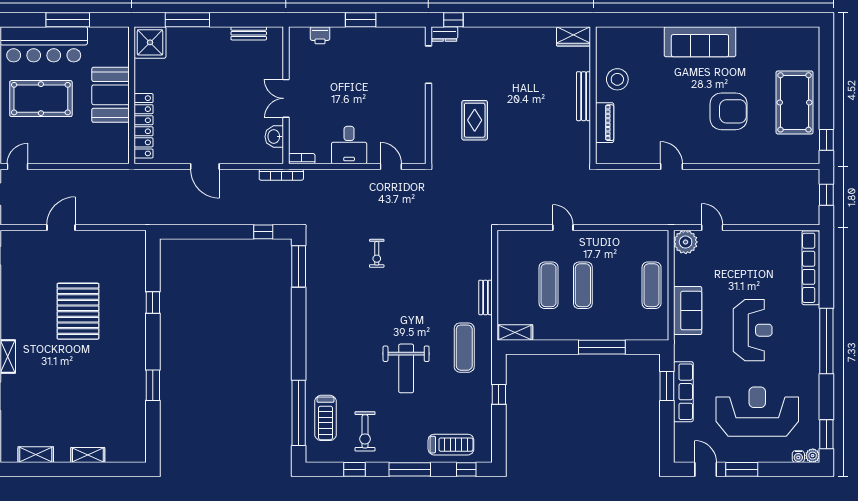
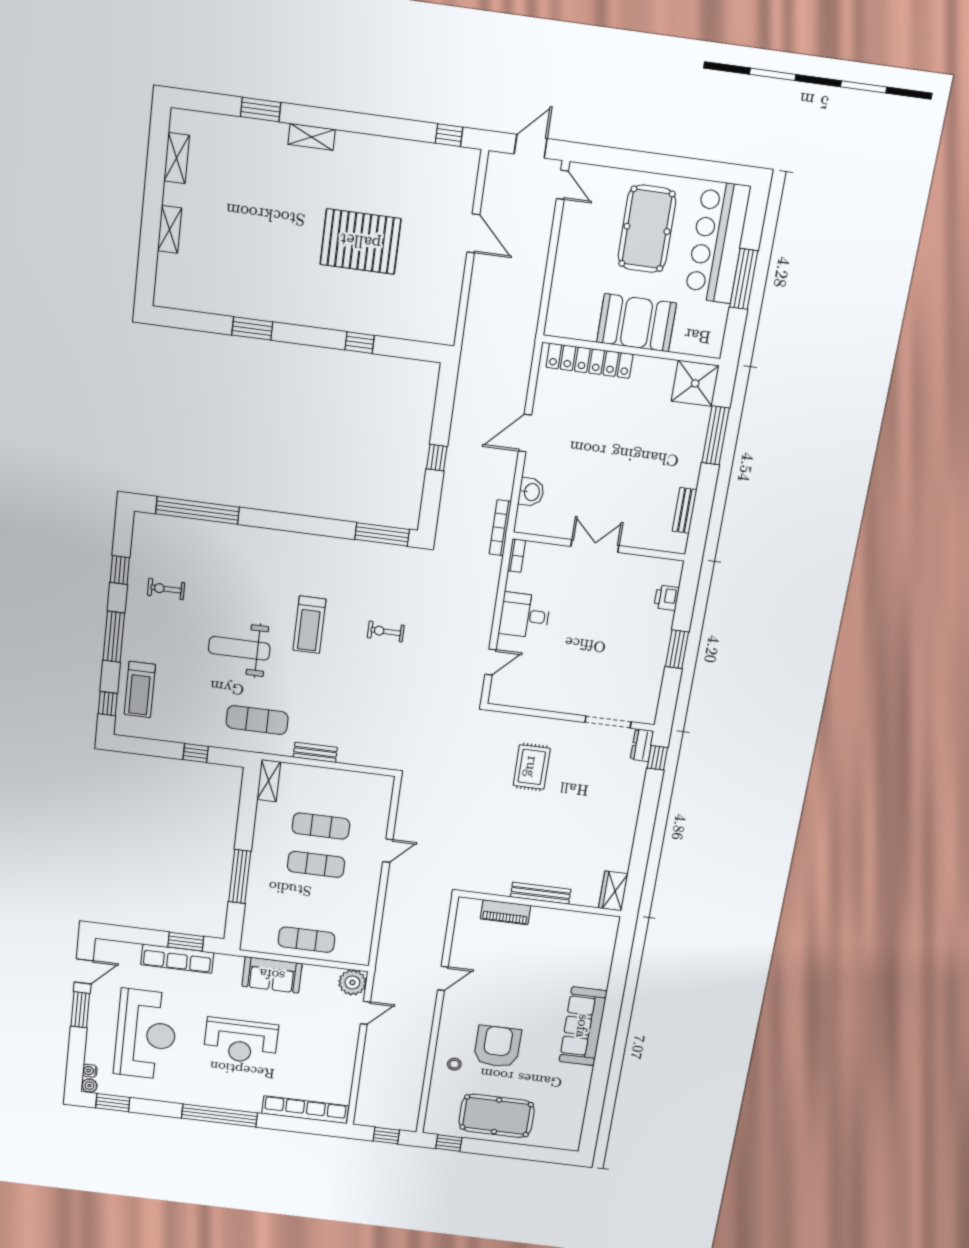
stool: (617, 79) -> (454, 1064), moved, width x0.53, depth x0.53
armchair: (729, 111) -> (497, 1046), turned 180
rug: (475, 120) -> (532, 767), turned 90
washbasin: (274, 137) -> (531, 492), moved, turned 90
window: (263, 232) -> (437, 458), moved
treadmill: (325, 418) -> (309, 625), moved, turned -90
exercise bike: (365, 431) -> (166, 589), width x0.73, depth x0.72

